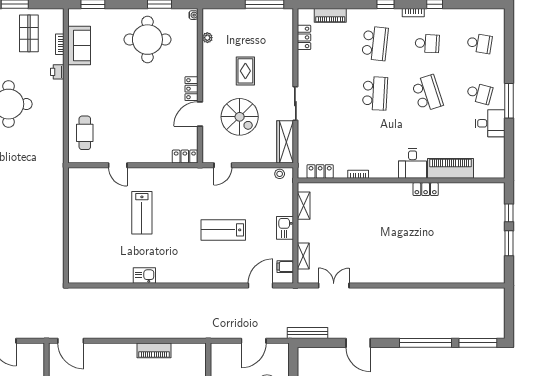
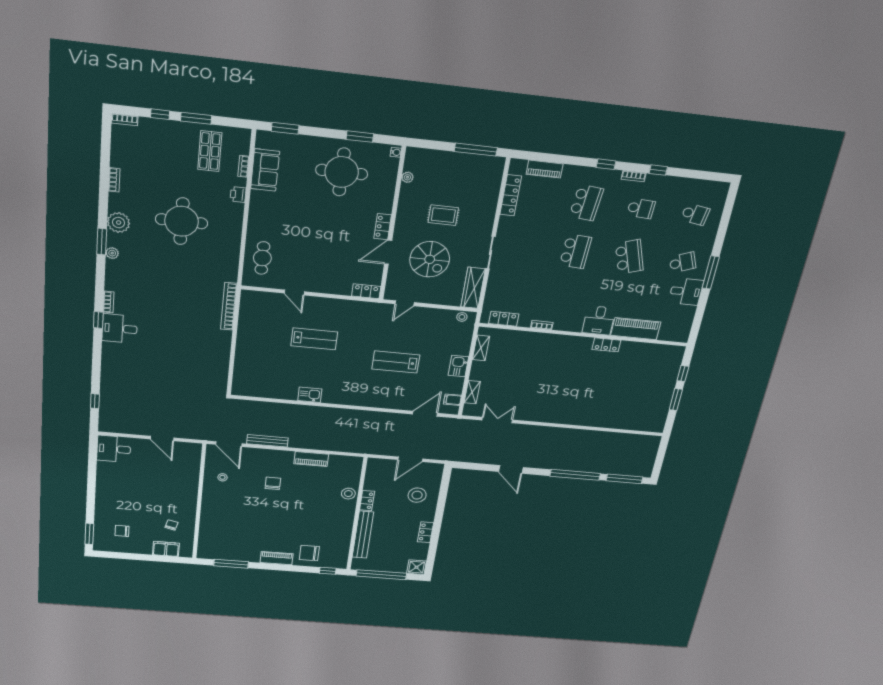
locker: (304, 37) -> (511, 195), width x1.53
rug: (245, 71) -> (443, 215), turned 90
school desk: (479, 93) -> (683, 262), turned -36
bookcase: (58, 187) -> (229, 306), added
lab bench: (142, 213) -> (314, 339), turned -90
bench: (308, 333) -> (267, 441), moved

